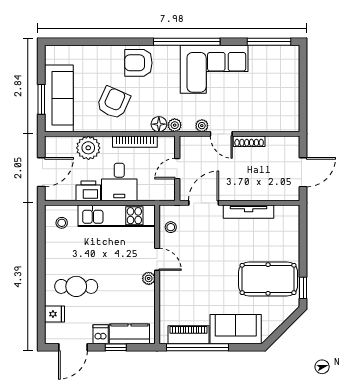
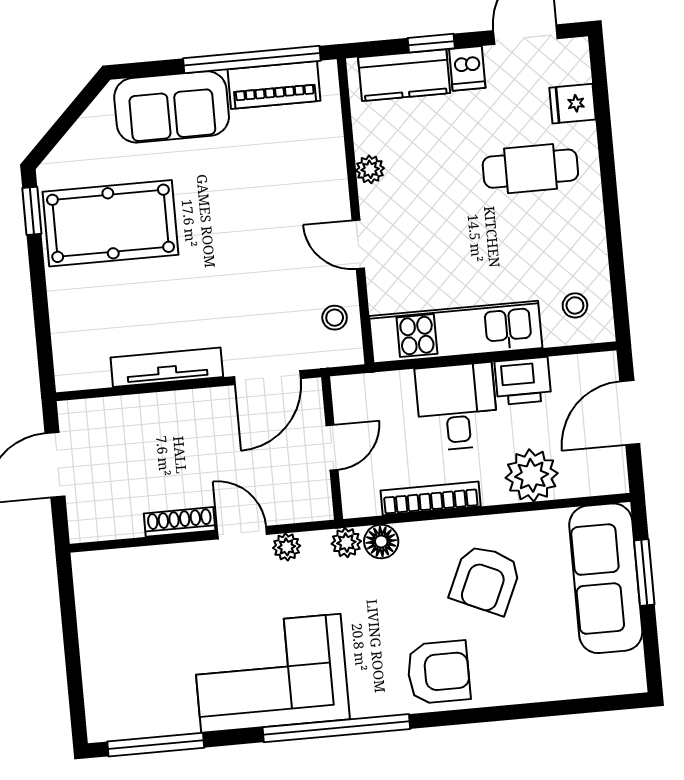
plant: (149, 278) -> (370, 169), moved

